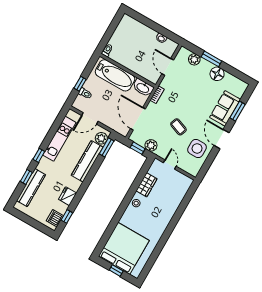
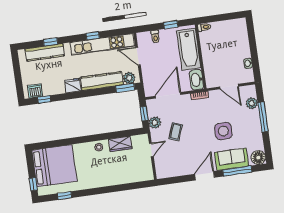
window: (211, 59) -> (263, 117), width x1.44
door: (168, 67) -> (229, 87), swing flipped
floor lamp: (217, 74) -> (258, 158), moved
window: (80, 84) -> (171, 25), moved
window: (238, 111) -> (237, 171), width x1.44
coffee table: (178, 127) -> (176, 132), moved
kitchen unit: (59, 139) -> (102, 44), width x1.36
side table: (197, 148) -> (223, 131), moved
window: (39, 155) -> (93, 36), moved
fridge: (67, 196) -> (73, 86), moved
window: (153, 258) -> (65, 196), added
window: (116, 270) -> (33, 184), moved

